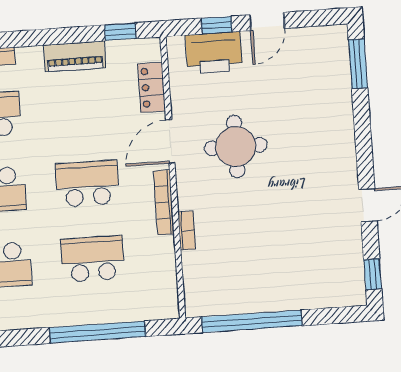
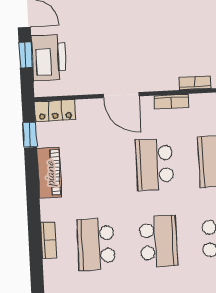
locker: (152, 87) -> (55, 111), moved
round table: (236, 147) -> (126, 41), removed
bookcase: (164, 202) -> (171, 101), width x0.64

